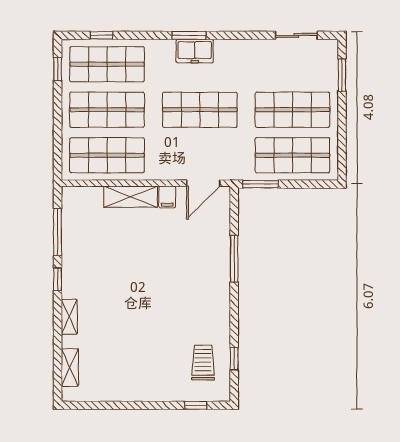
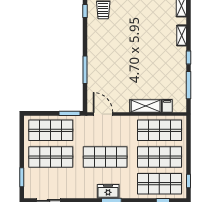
door: (203, 183) -> (103, 114), hinge flipped
filing cabinet: (167, 197) -> (167, 106), moved

